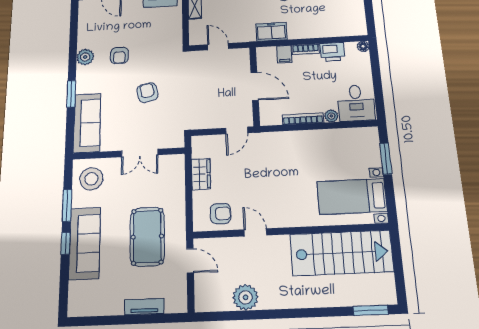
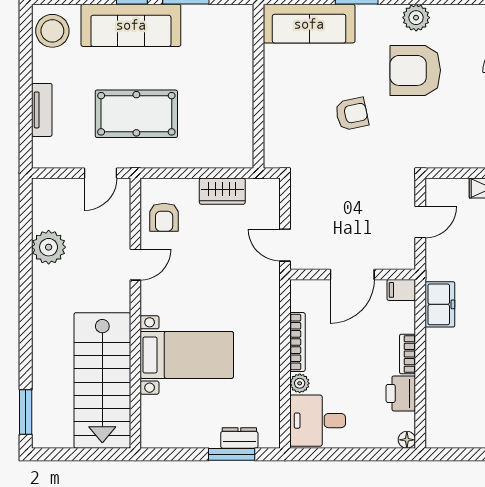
filing cabinet: (284, 54) -> (401, 290), moved
armchair: (119, 55) -> (415, 70), width x1.88, depth x1.88
double door: (140, 153) -> (259, 103), removed
dresser: (374, 154) -> (239, 438), added
stool: (91, 179) -> (52, 31), moved
bed with nightstands: (352, 196) -> (187, 355), moved, turned 90

